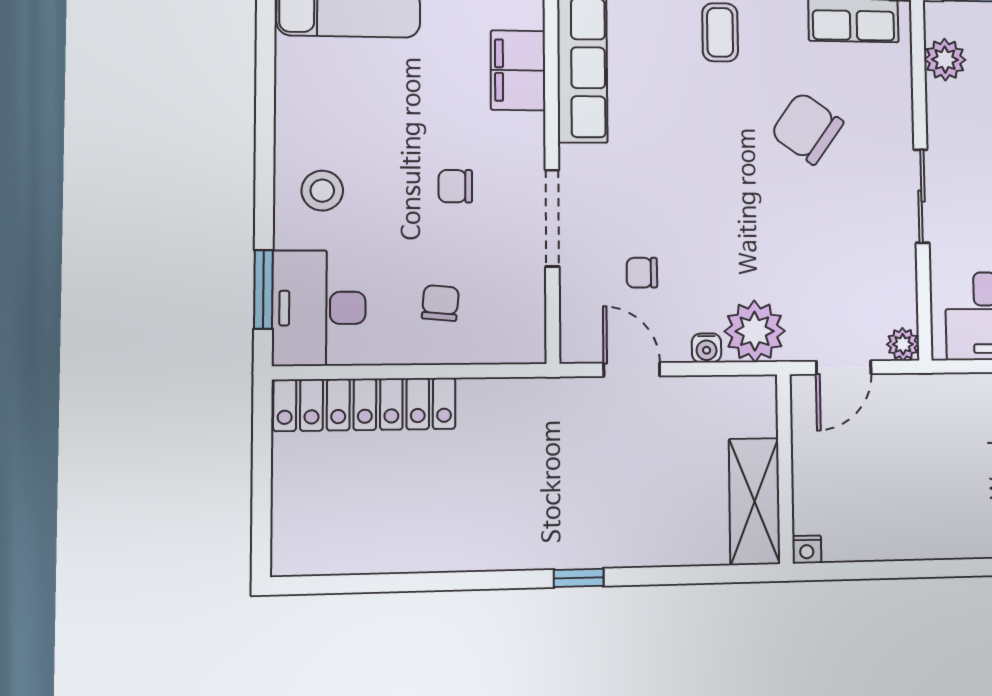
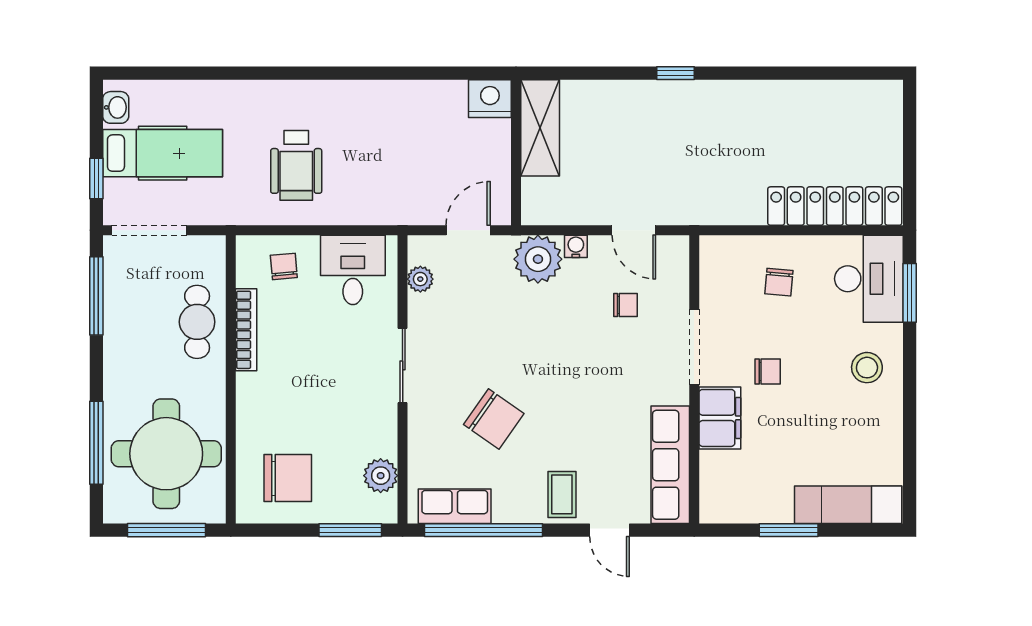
filing cabinet: (518, 70) -> (720, 418), moved
plant: (903, 344) -> (420, 279), moved
nightstand: (807, 550) -> (490, 99), width x1.89, depth x1.79

